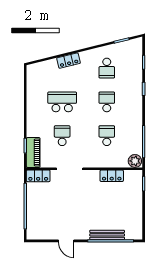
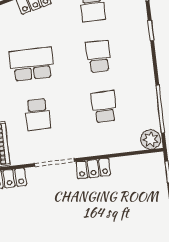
school desk: (62, 136) -> (38, 114), turned 180
locker: (112, 176) -> (93, 169), moved

